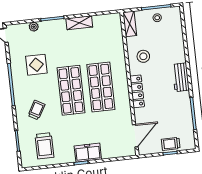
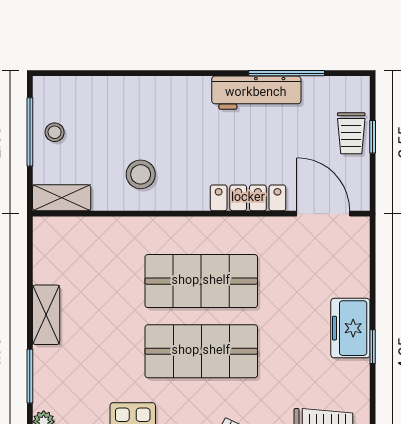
workbench: (181, 77) -> (256, 93), moved, width x1.38
locker: (137, 91) -> (248, 198), moved

